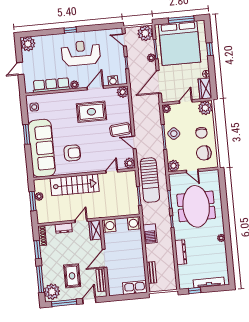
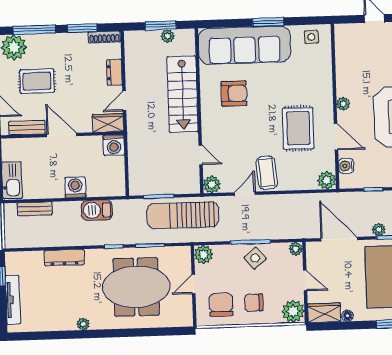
row of seats: (51, 85) -> (345, 67), removed
armchair: (72, 153) -> (234, 93), turned -90
door: (81, 221) -> (124, 101), swing flipped
washing machine: (134, 223) -> (75, 187), moved

